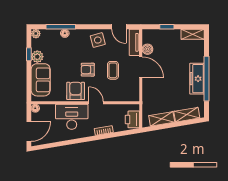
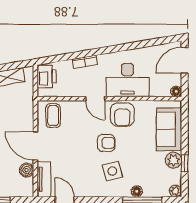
side table: (98, 40) -> (112, 171), moved
coffee table: (113, 70) -> (53, 116), moved

